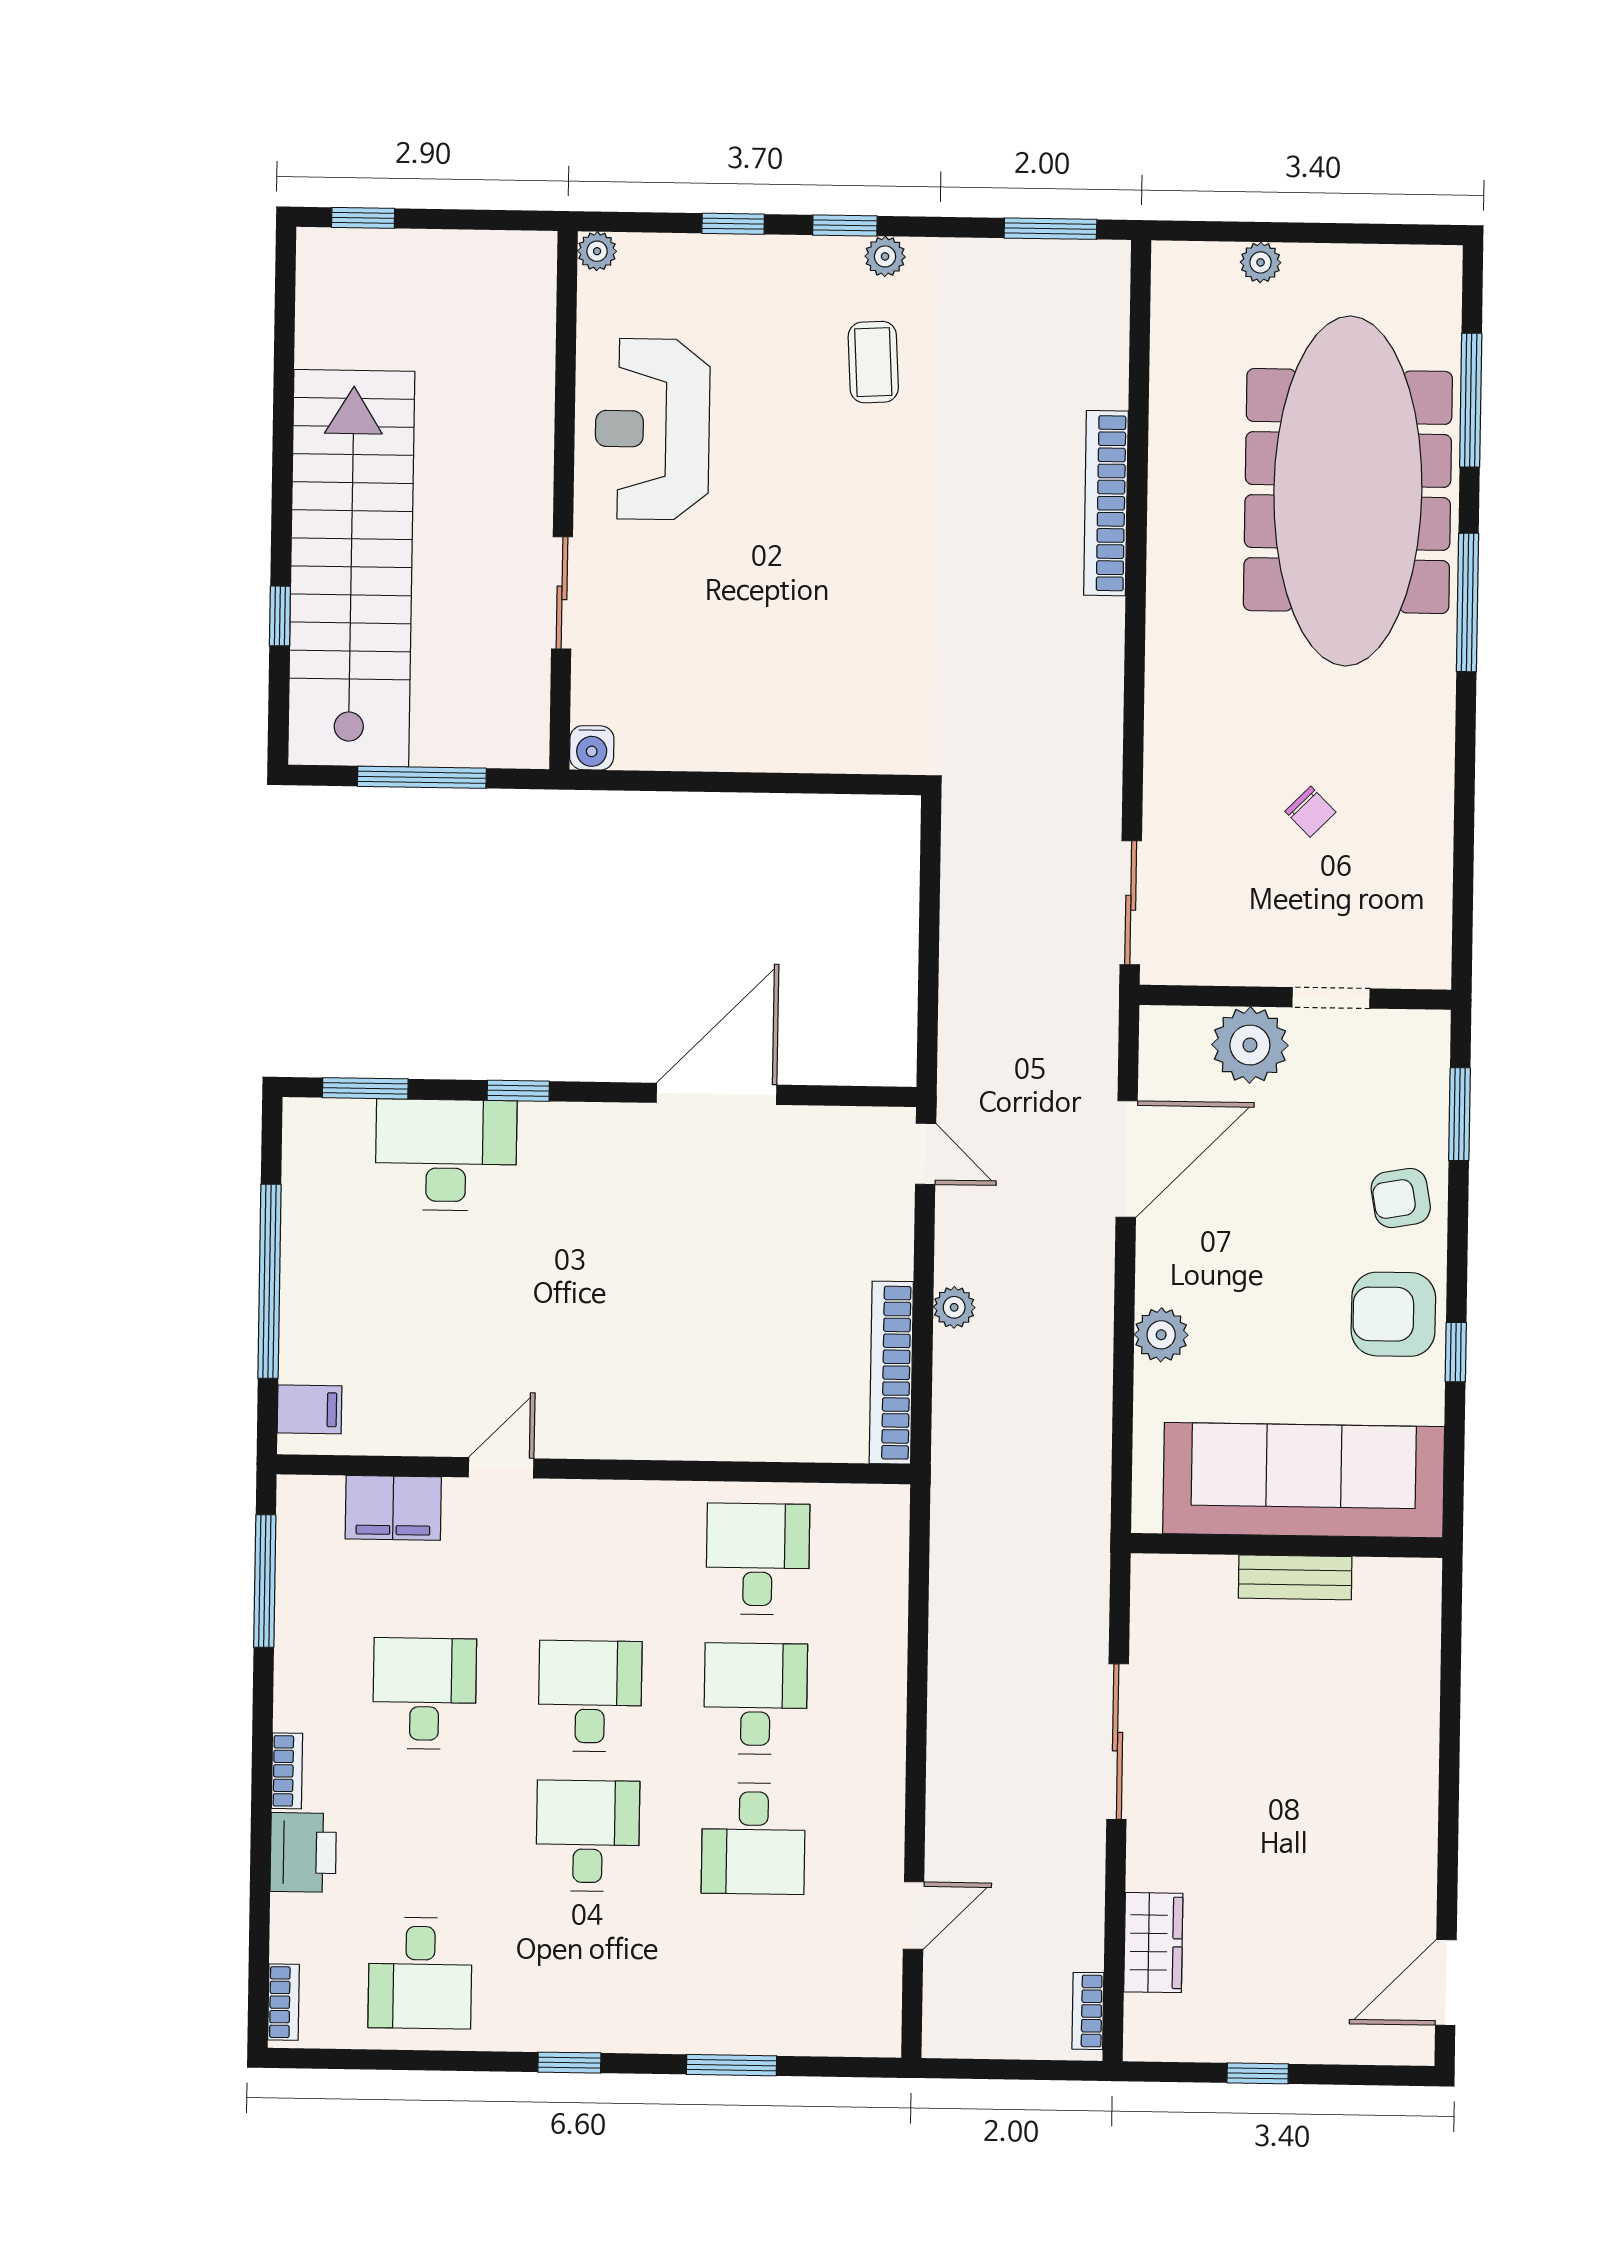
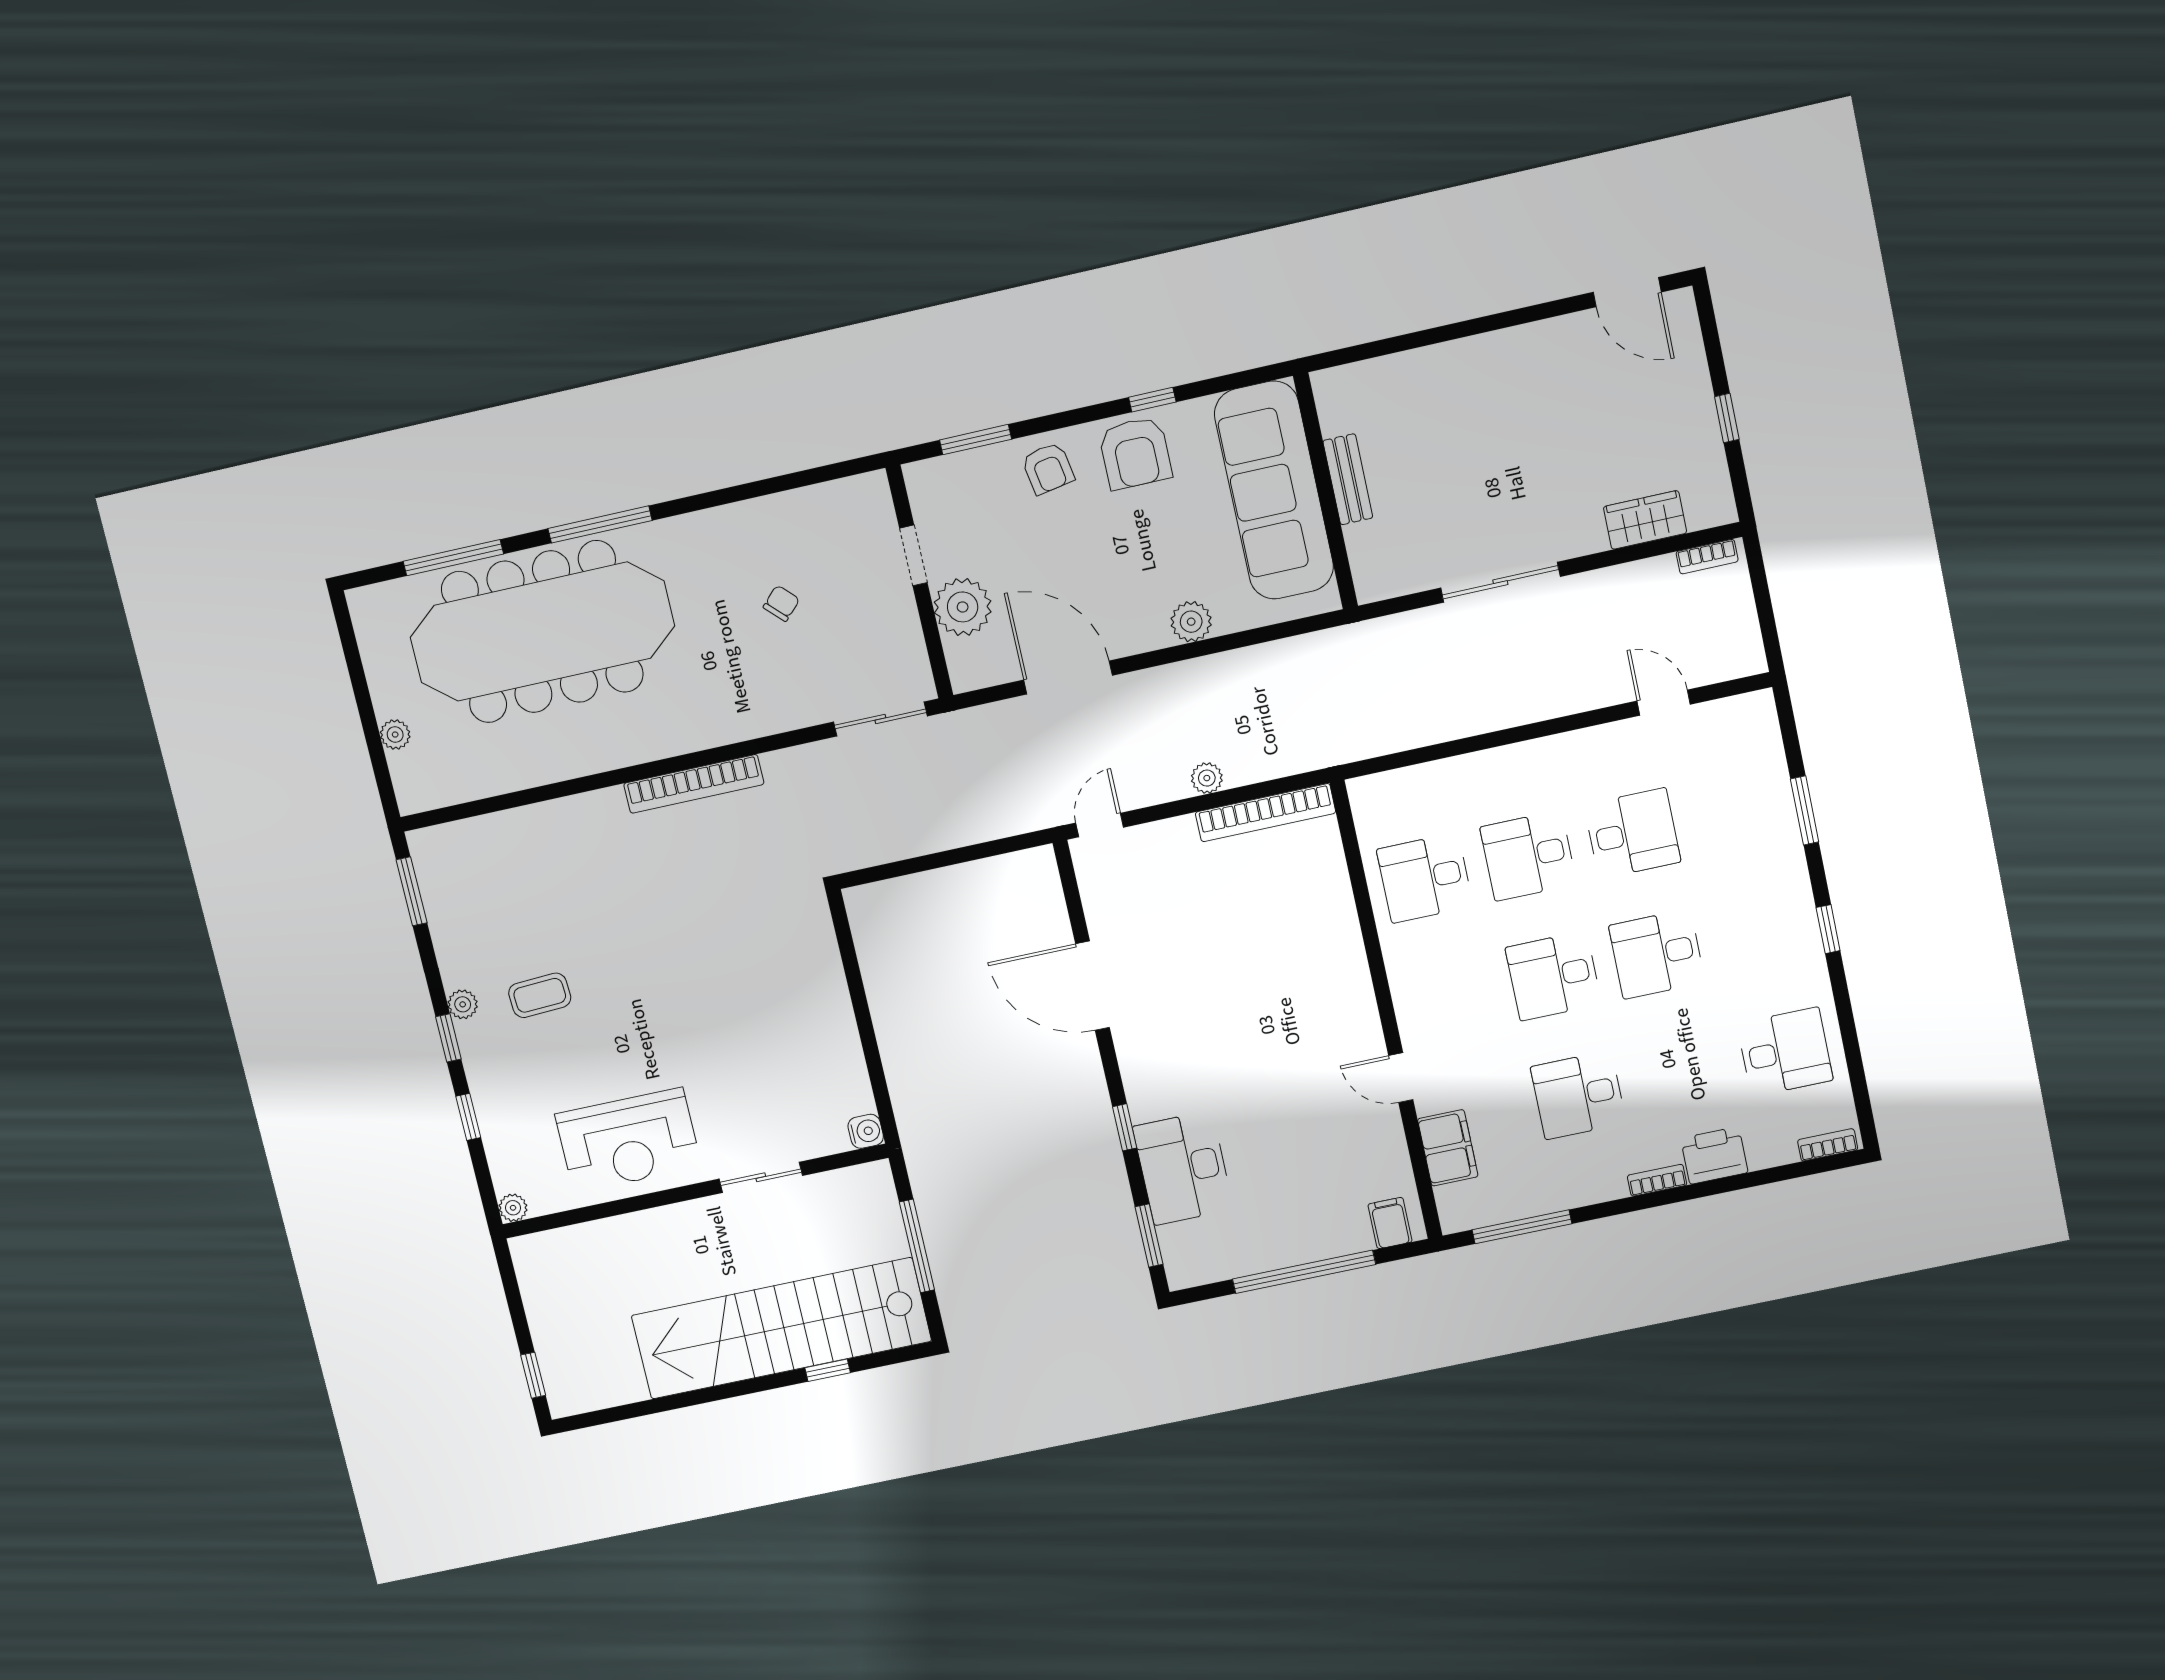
bookcase: (1106, 503) -> (694, 784), moved

